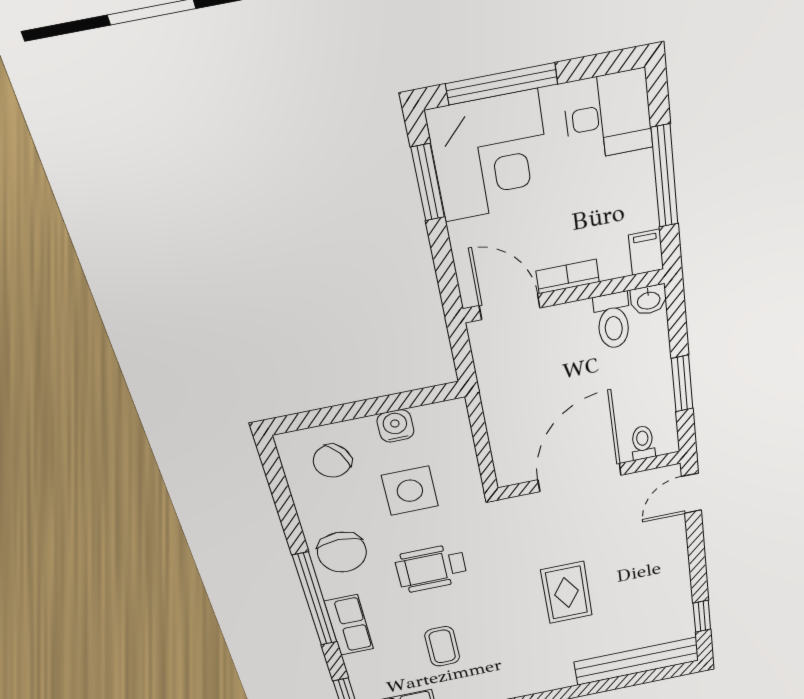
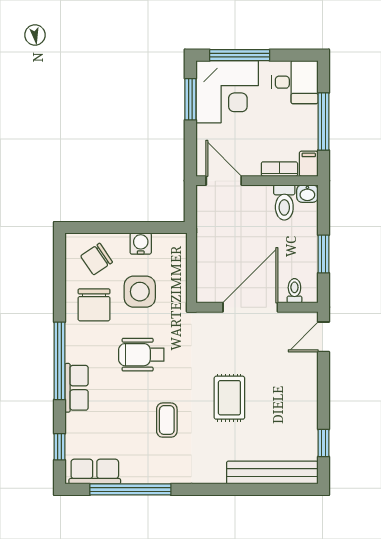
bookcase: (568, 276) -> (279, 169), moved
chair: (342, 552) -> (94, 305), moved
coffee table: (442, 646) -> (167, 420), moved

